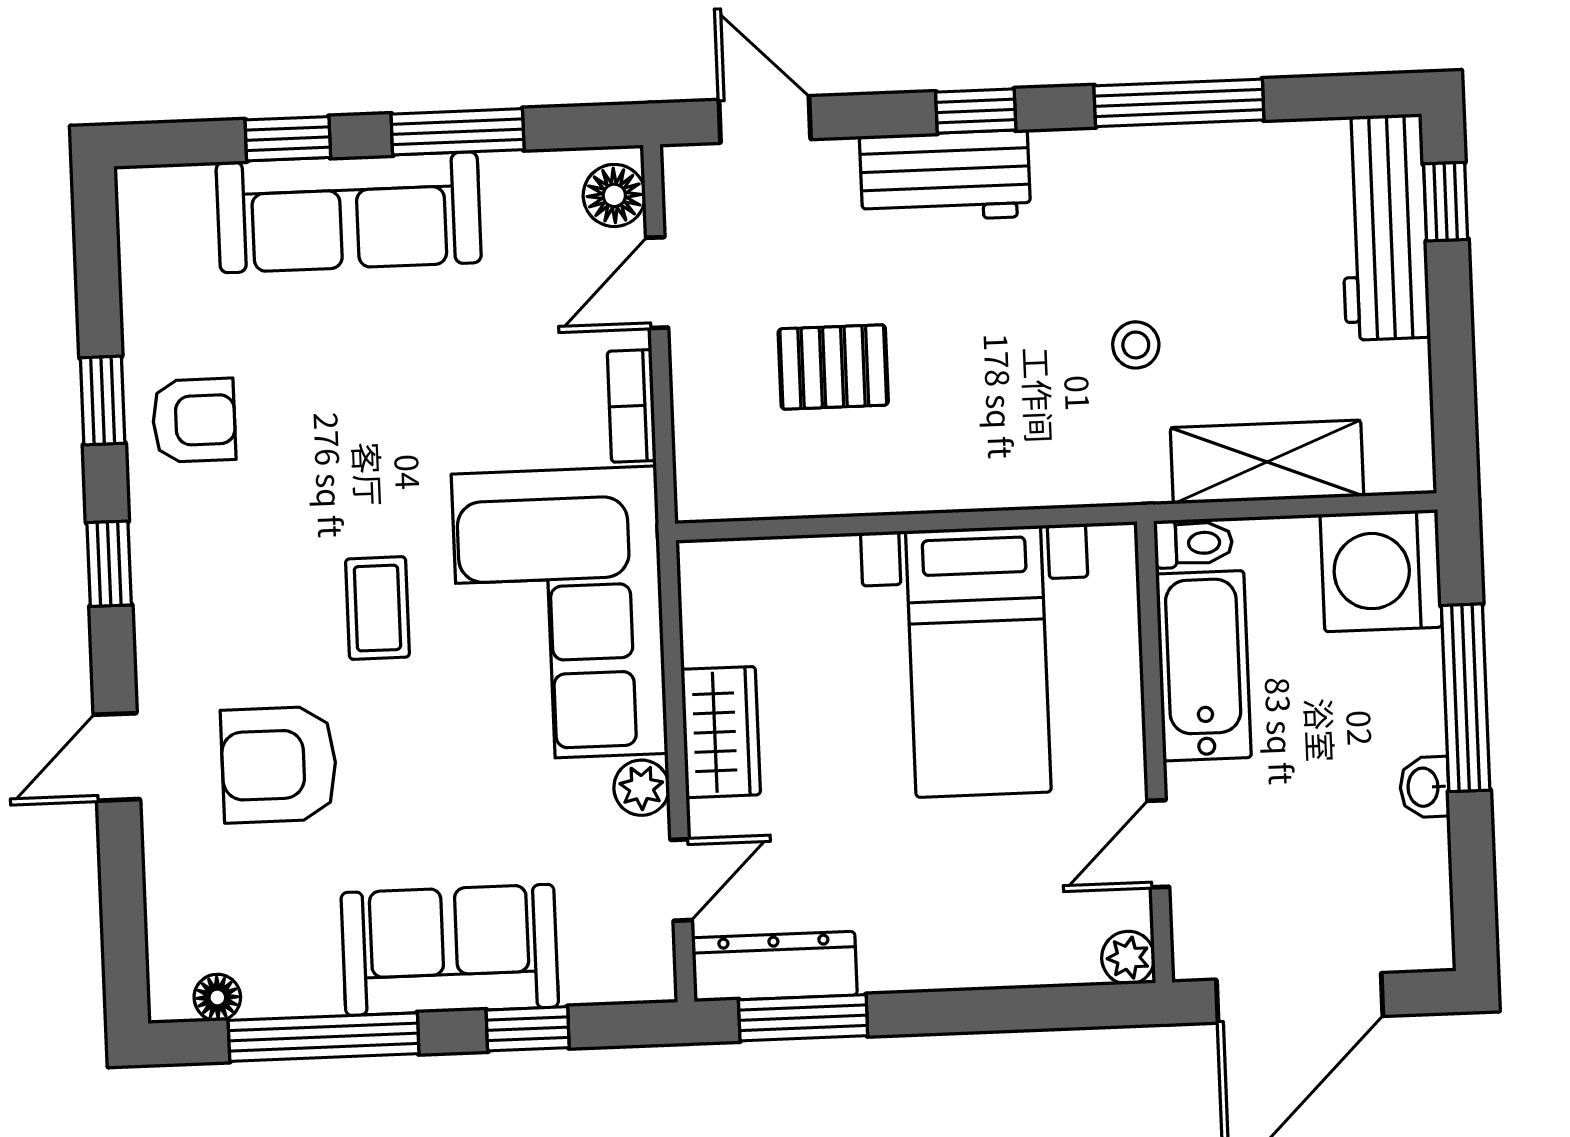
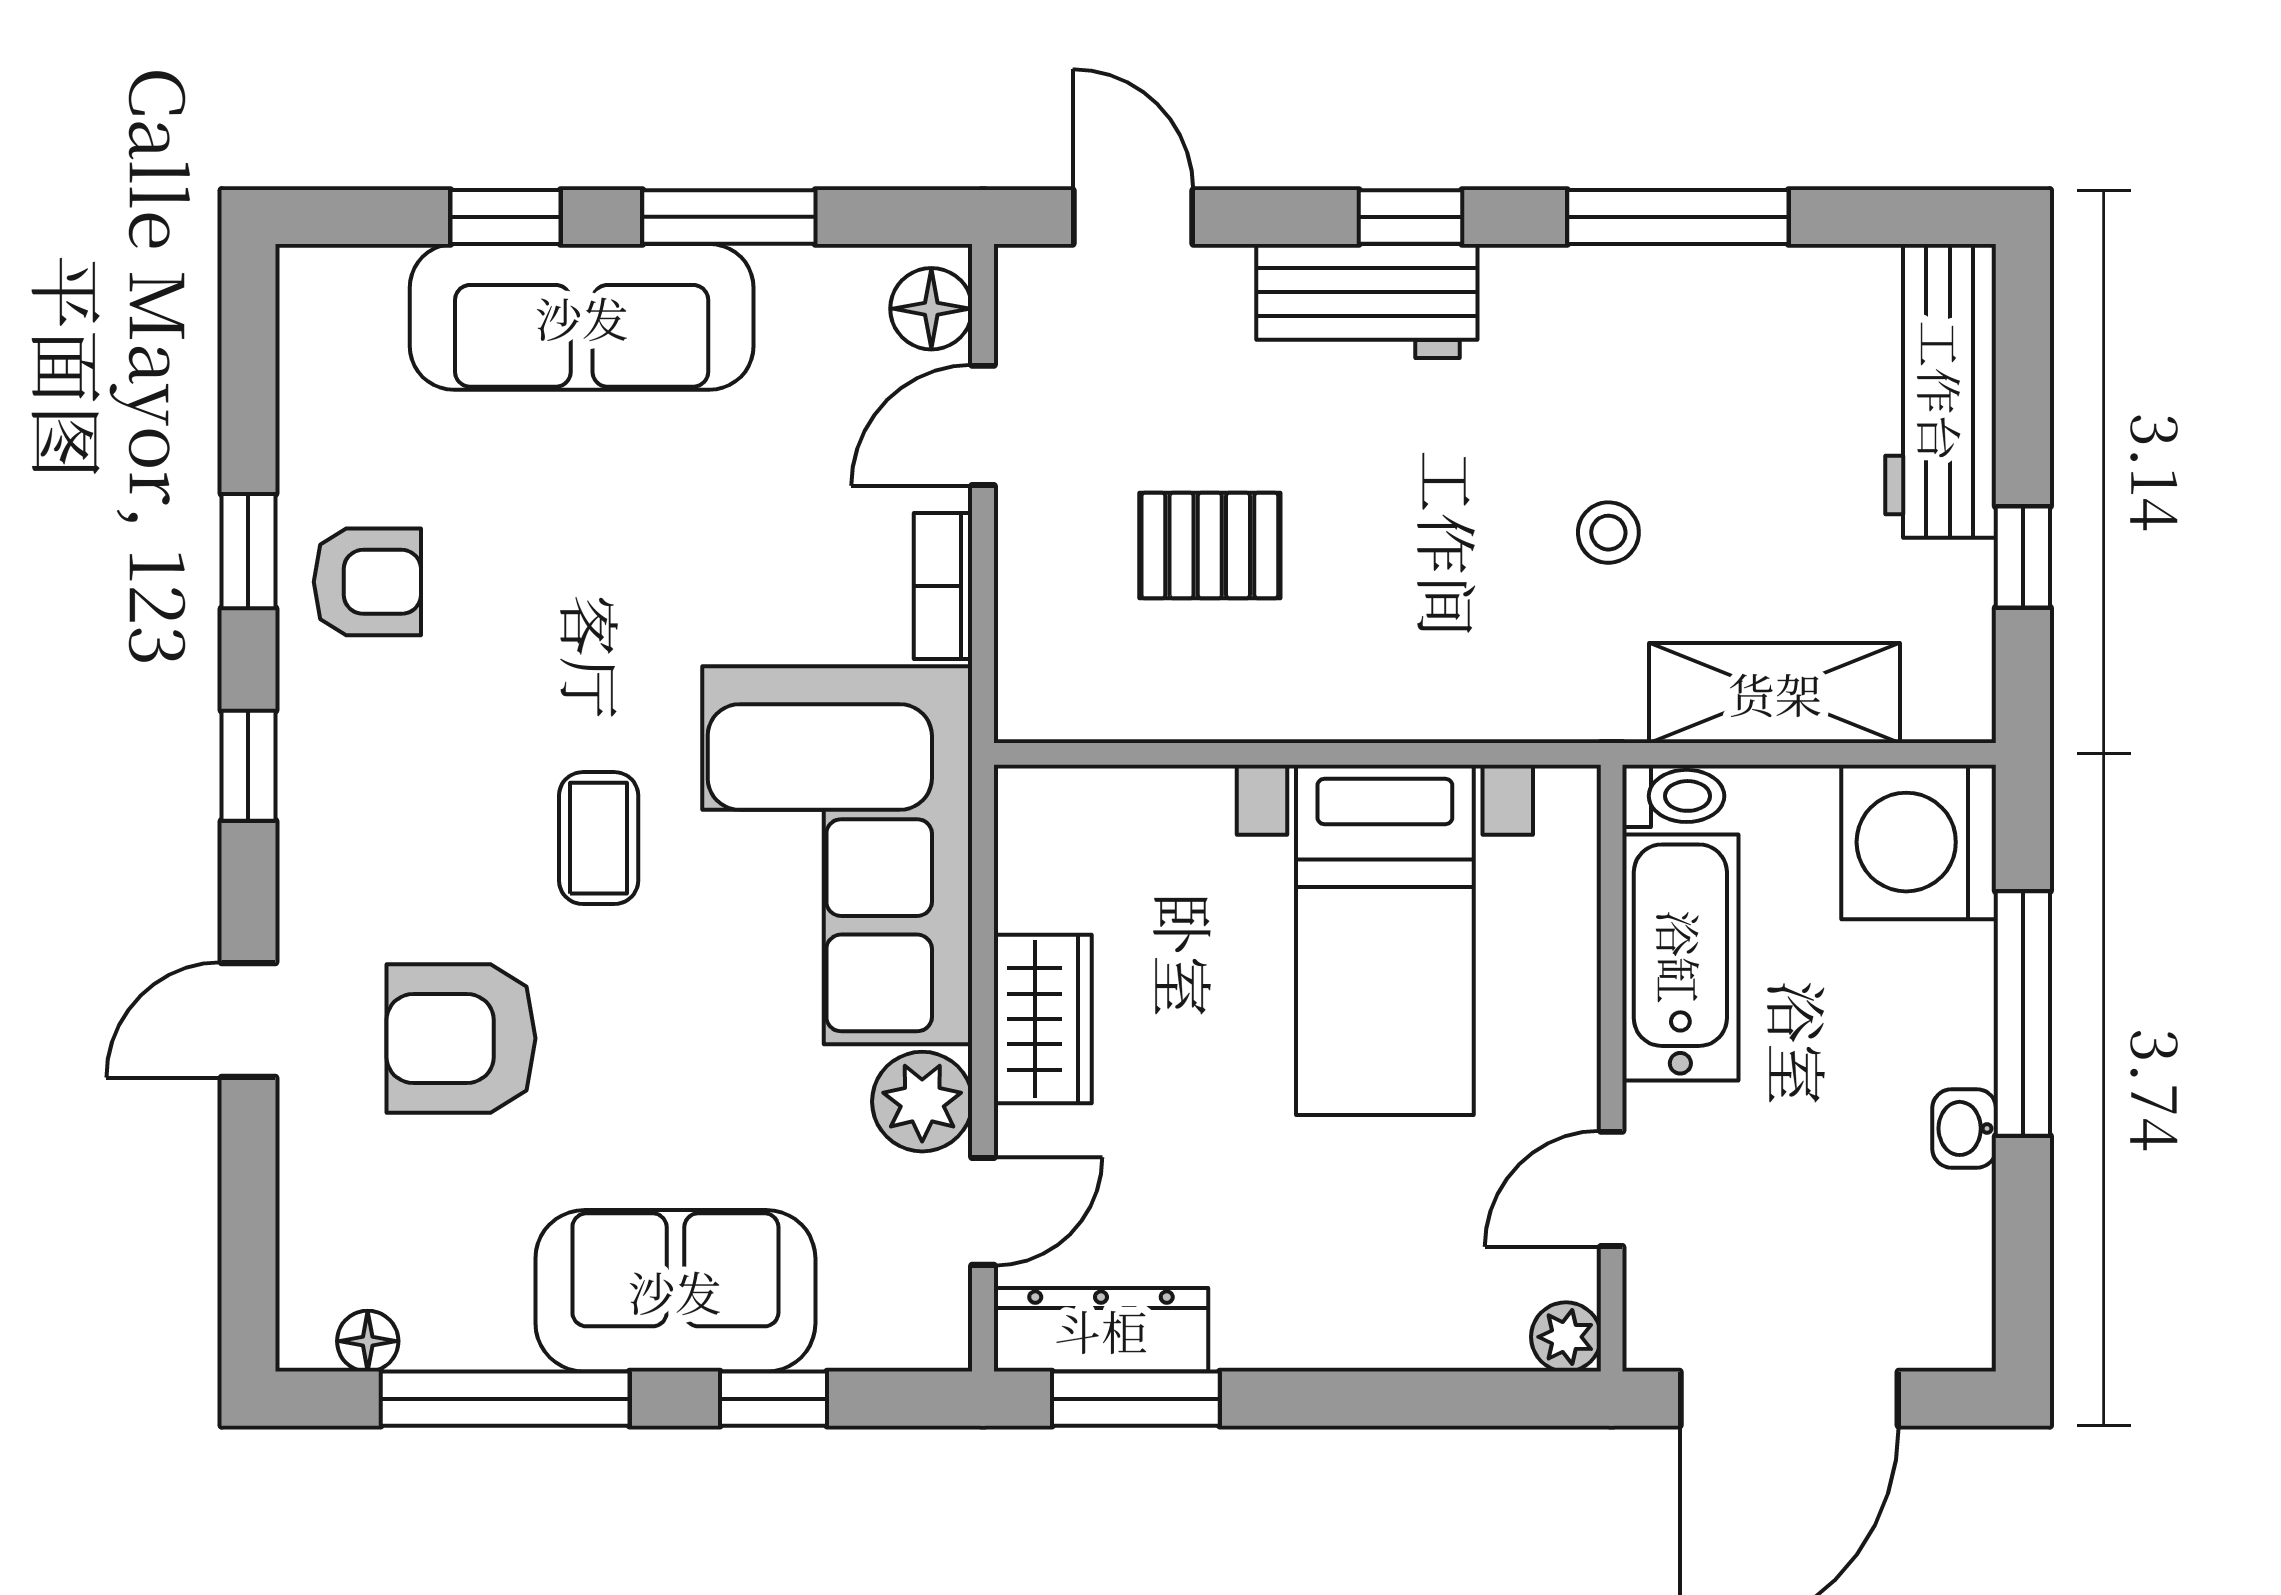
window: (1446, 202) -> (2023, 557), moved
plant: (642, 788) -> (922, 1102), width x1.38, depth x1.38

